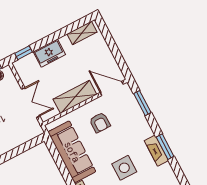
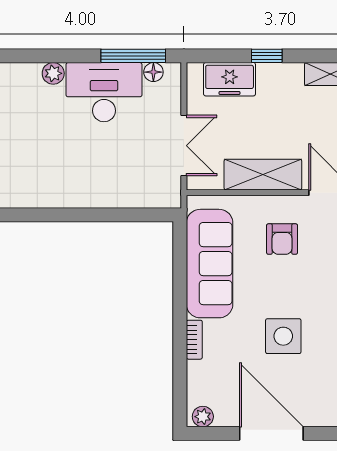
window: (24, 53) -> (267, 56), moved
freezer: (49, 53) -> (230, 79), moved

